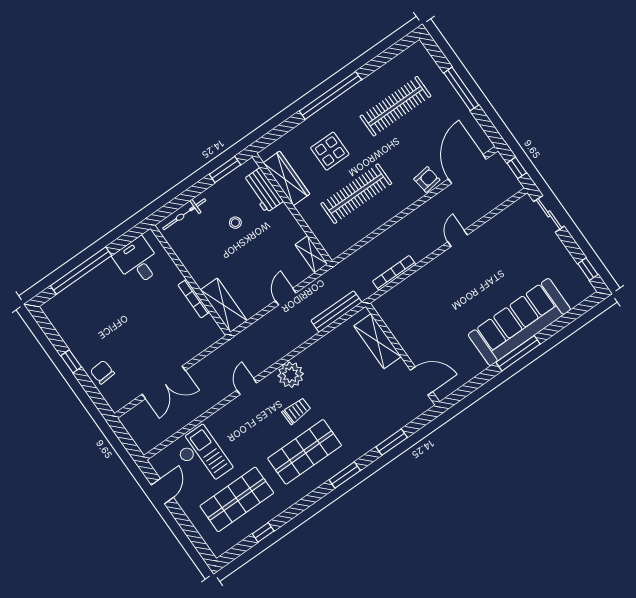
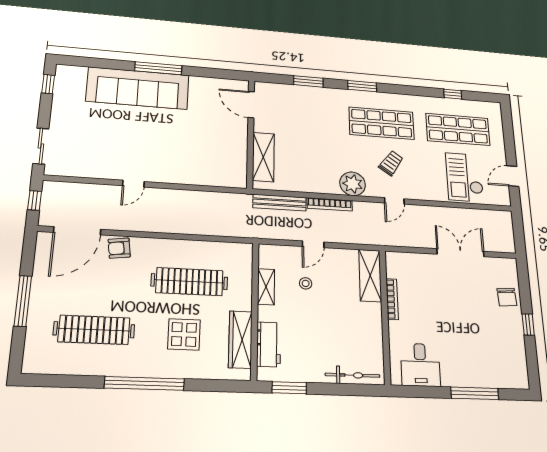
stool: (235, 223) -> (306, 283), moved
shelving: (311, 254) -> (266, 287), moved
window: (81, 271) -> (475, 393), width x0.68
bookcase: (394, 273) -> (330, 204), moved
trolley: (296, 411) -> (391, 163), moved, turned 127

